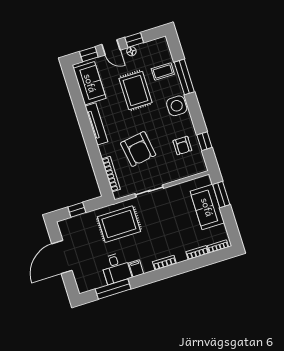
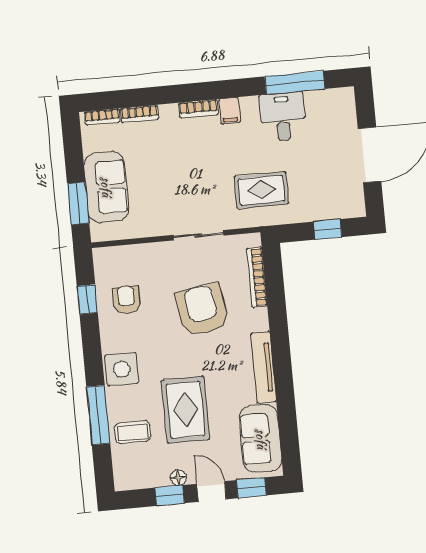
rug: (119, 224) -> (261, 190), width x0.73, depth x0.70
filing cabinet: (136, 268) -> (230, 111), moved

